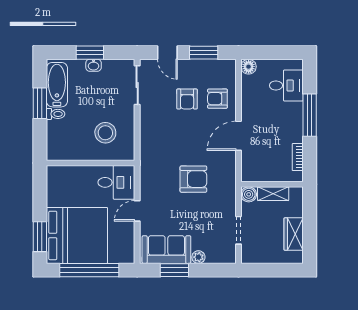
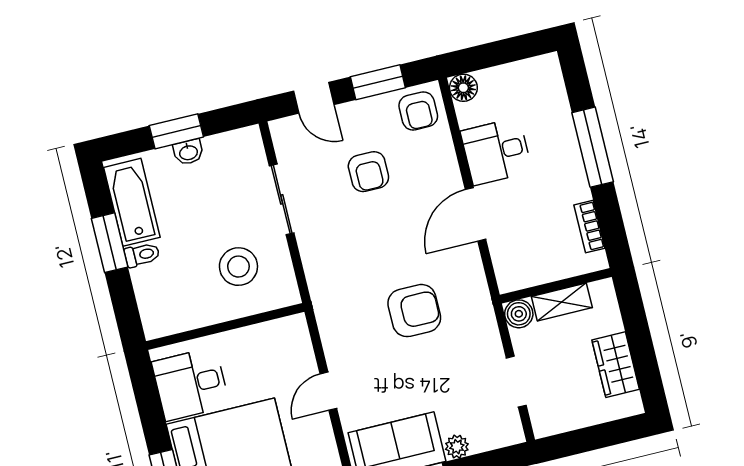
sliding door: (137, 85) -> (282, 199), moved
desk: (286, 85) -> (496, 151), moved, turned 180
armchair: (217, 99) -> (418, 111), moved, turned -90
desk: (116, 182) -> (191, 384), moved, turned 180

